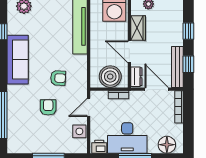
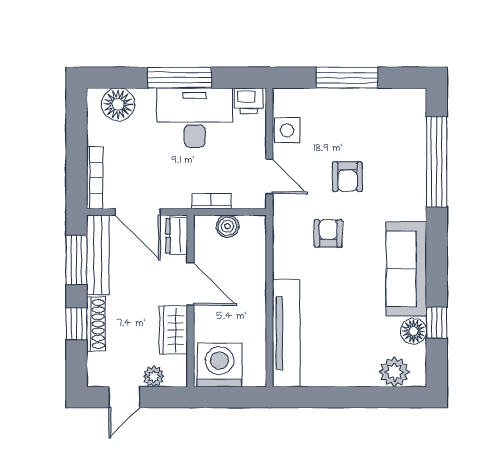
floor lamp: (14, 27) -> (414, 331), added
shoe rack: (178, 31) -> (96, 324), added
window: (188, 64) -> (77, 260), width x1.50
boiler: (110, 77) -> (227, 226), width x0.54, depth x0.54
armchair: (58, 78) -> (328, 233), turned 87
door: (89, 107) -> (269, 176), hinge flipped

